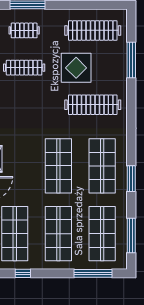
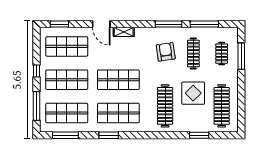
window: (131, 60) -> (199, 135), width x0.69
armchair: (22, 104) -> (166, 52), added
window: (23, 273) -> (36, 71), moved

